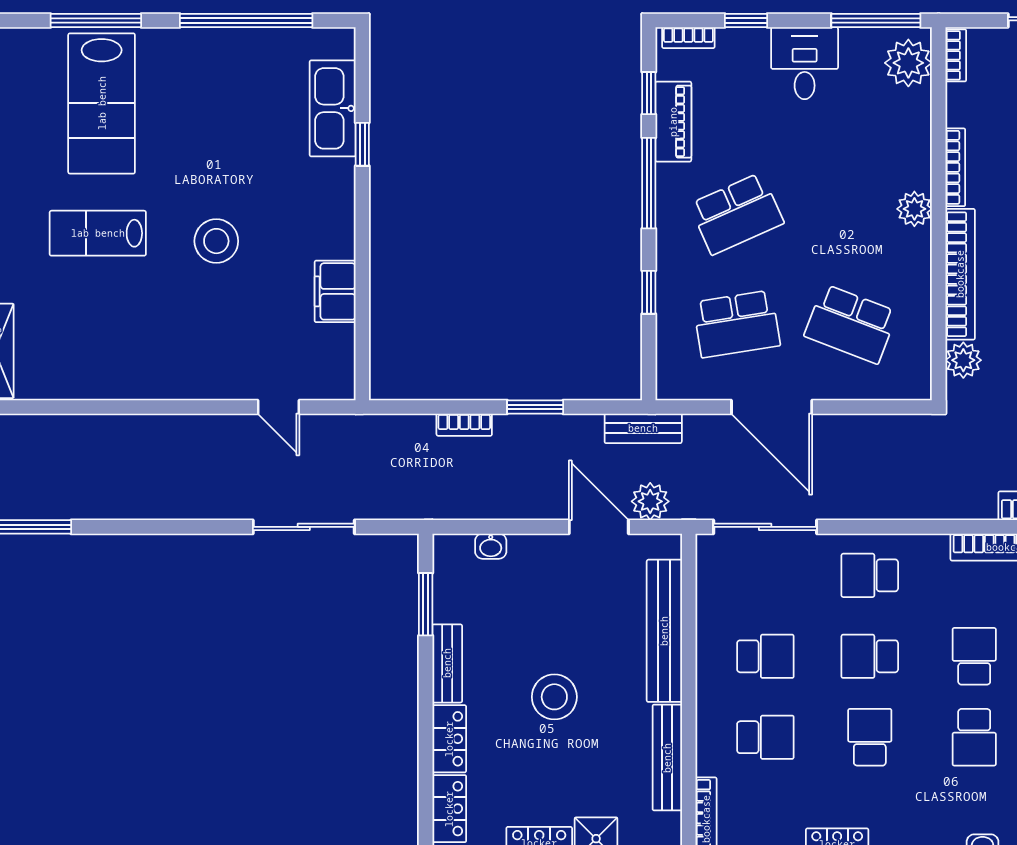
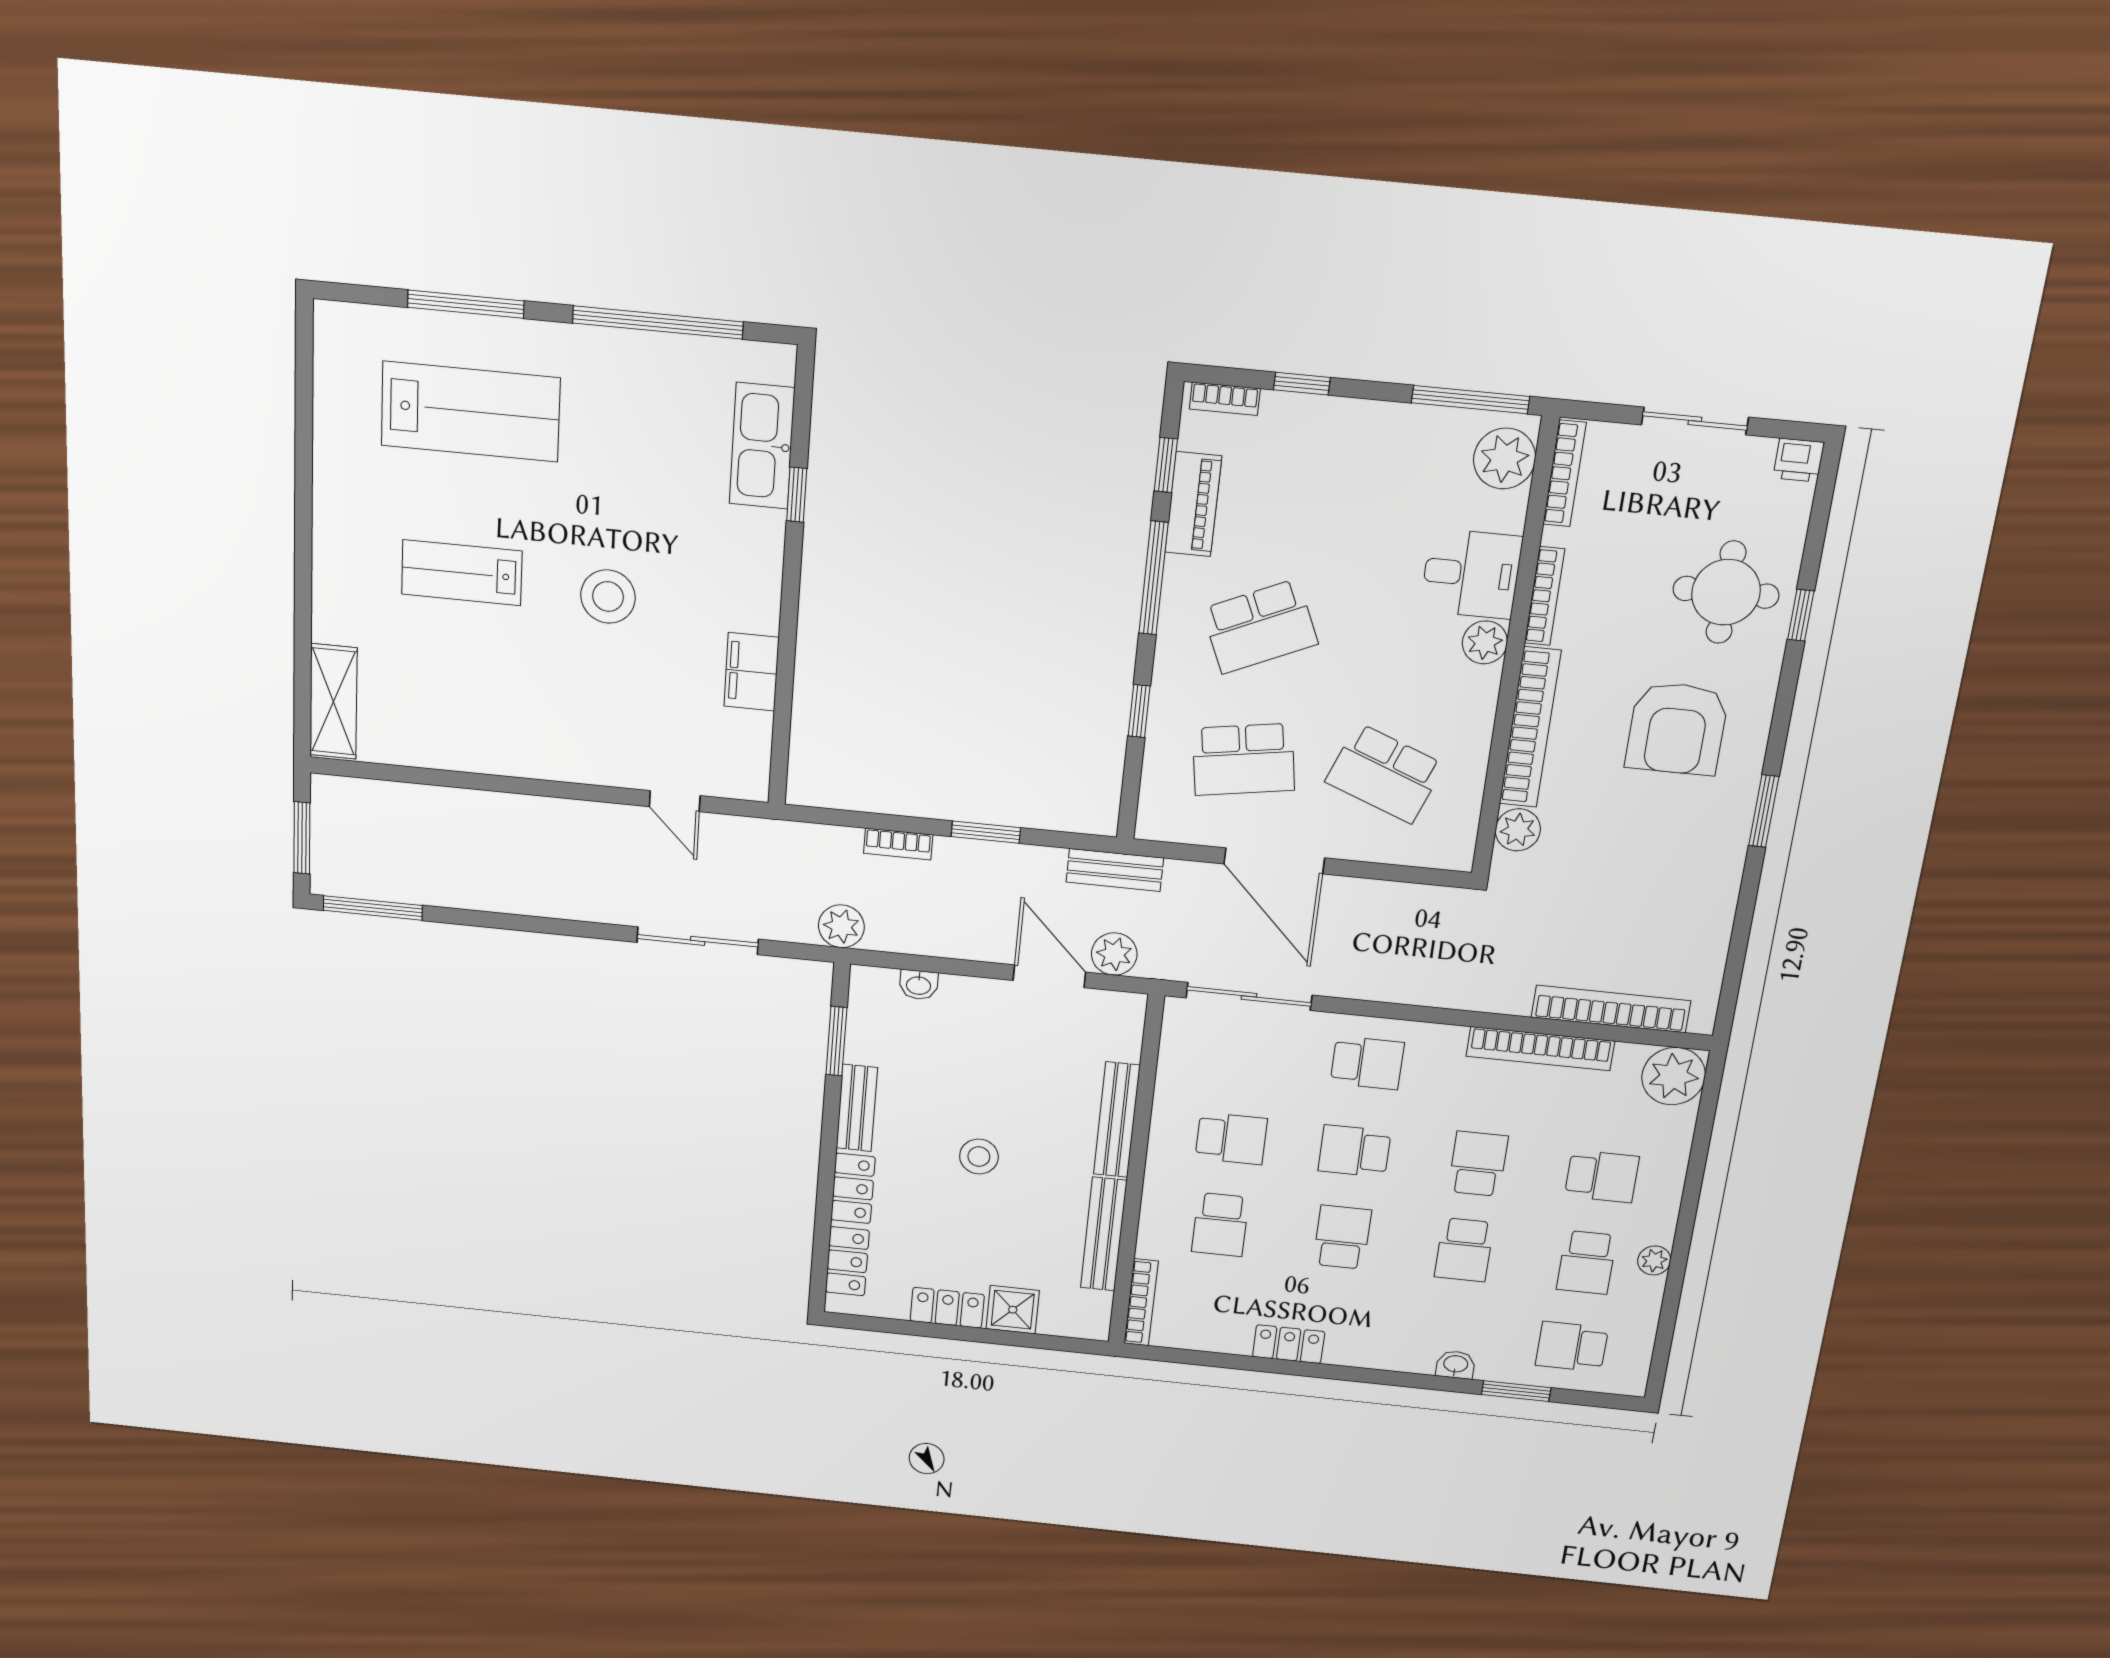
bookcase: (956, 55) -> (1564, 473), width x1.56
desk: (805, 63) -> (1471, 574), moved, turned 90
lab bench: (102, 103) -> (470, 412), turned -90
plant: (423, 501) -> (841, 926), added
school desk: (870, 575) -> (1367, 1063), turned 180
bench: (664, 631) -> (1117, 1120), width x0.73, depth x0.82
stool: (554, 697) -> (979, 1157), width x0.73, depth x0.73
school desk: (765, 737) -> (1220, 1225), turned 90

